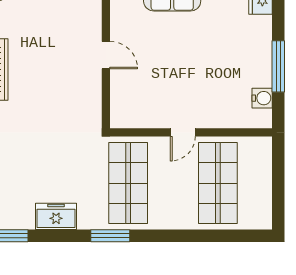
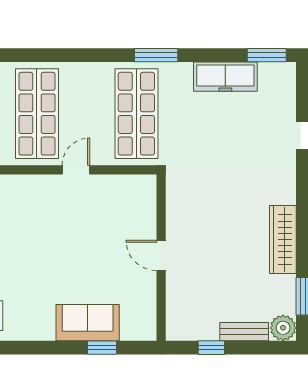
freezer: (56, 216) -> (225, 77), width x1.40

